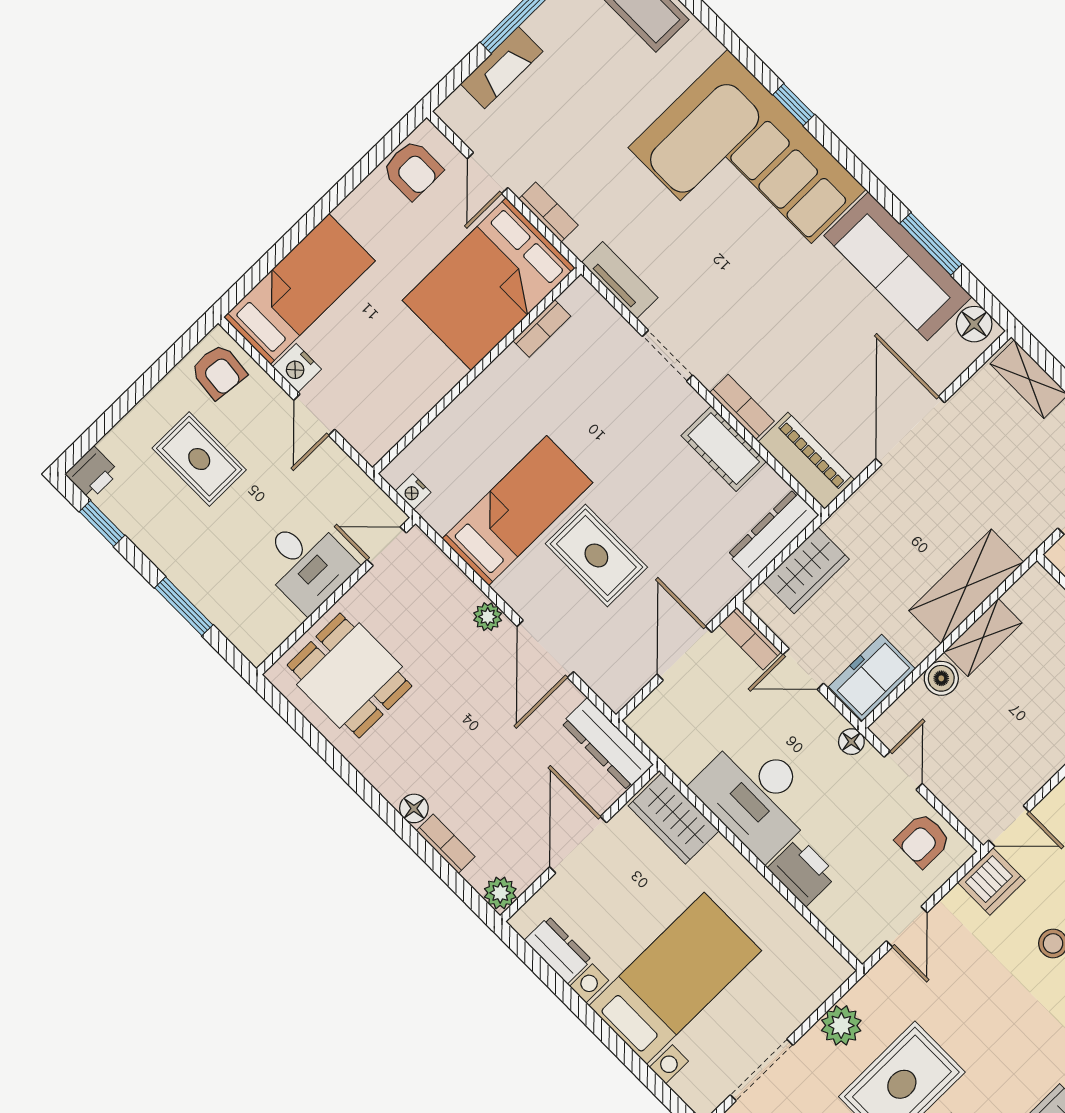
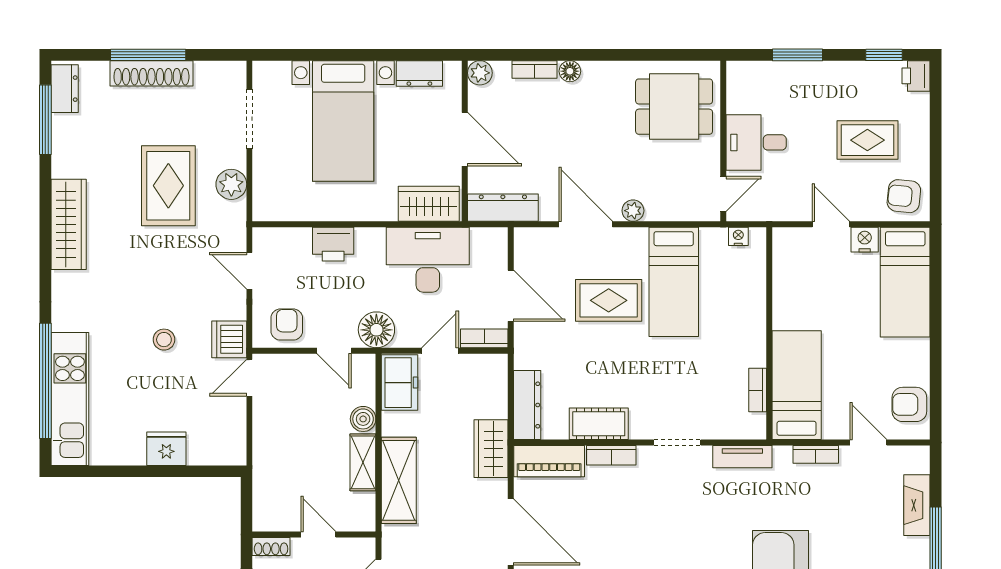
bed: (489, 284) -> (797, 385), width x0.67
wardrobe: (806, 570) -> (491, 449), moved
floor lamp: (851, 742) -> (376, 330), width x1.89, depth x1.89
desk: (757, 796) -> (428, 260), moved

